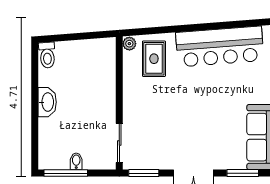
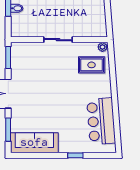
bar counter: (220, 46) -> (101, 121), width x0.73
sliding door: (119, 143) -> (58, 40), moved

